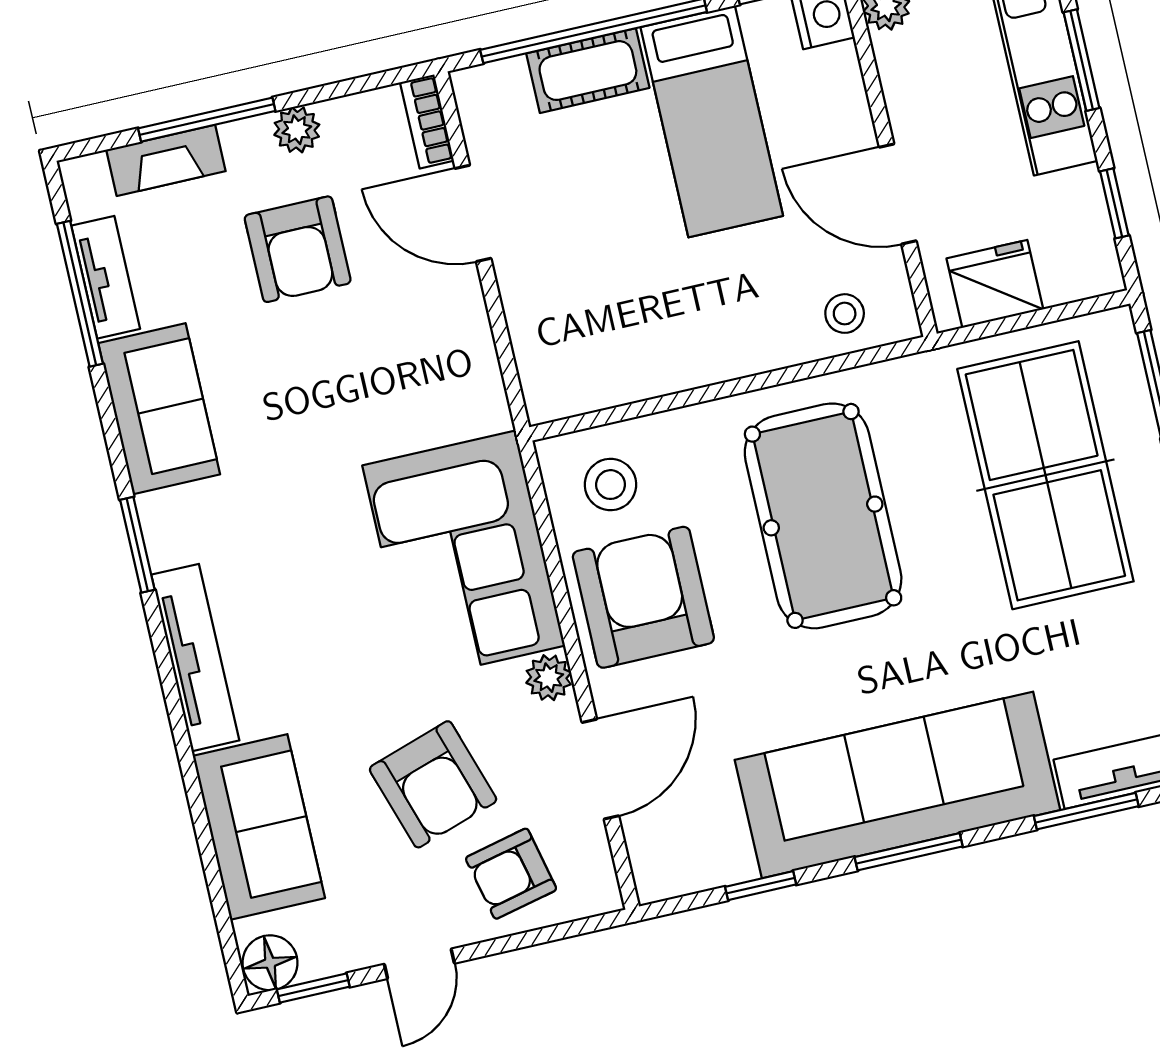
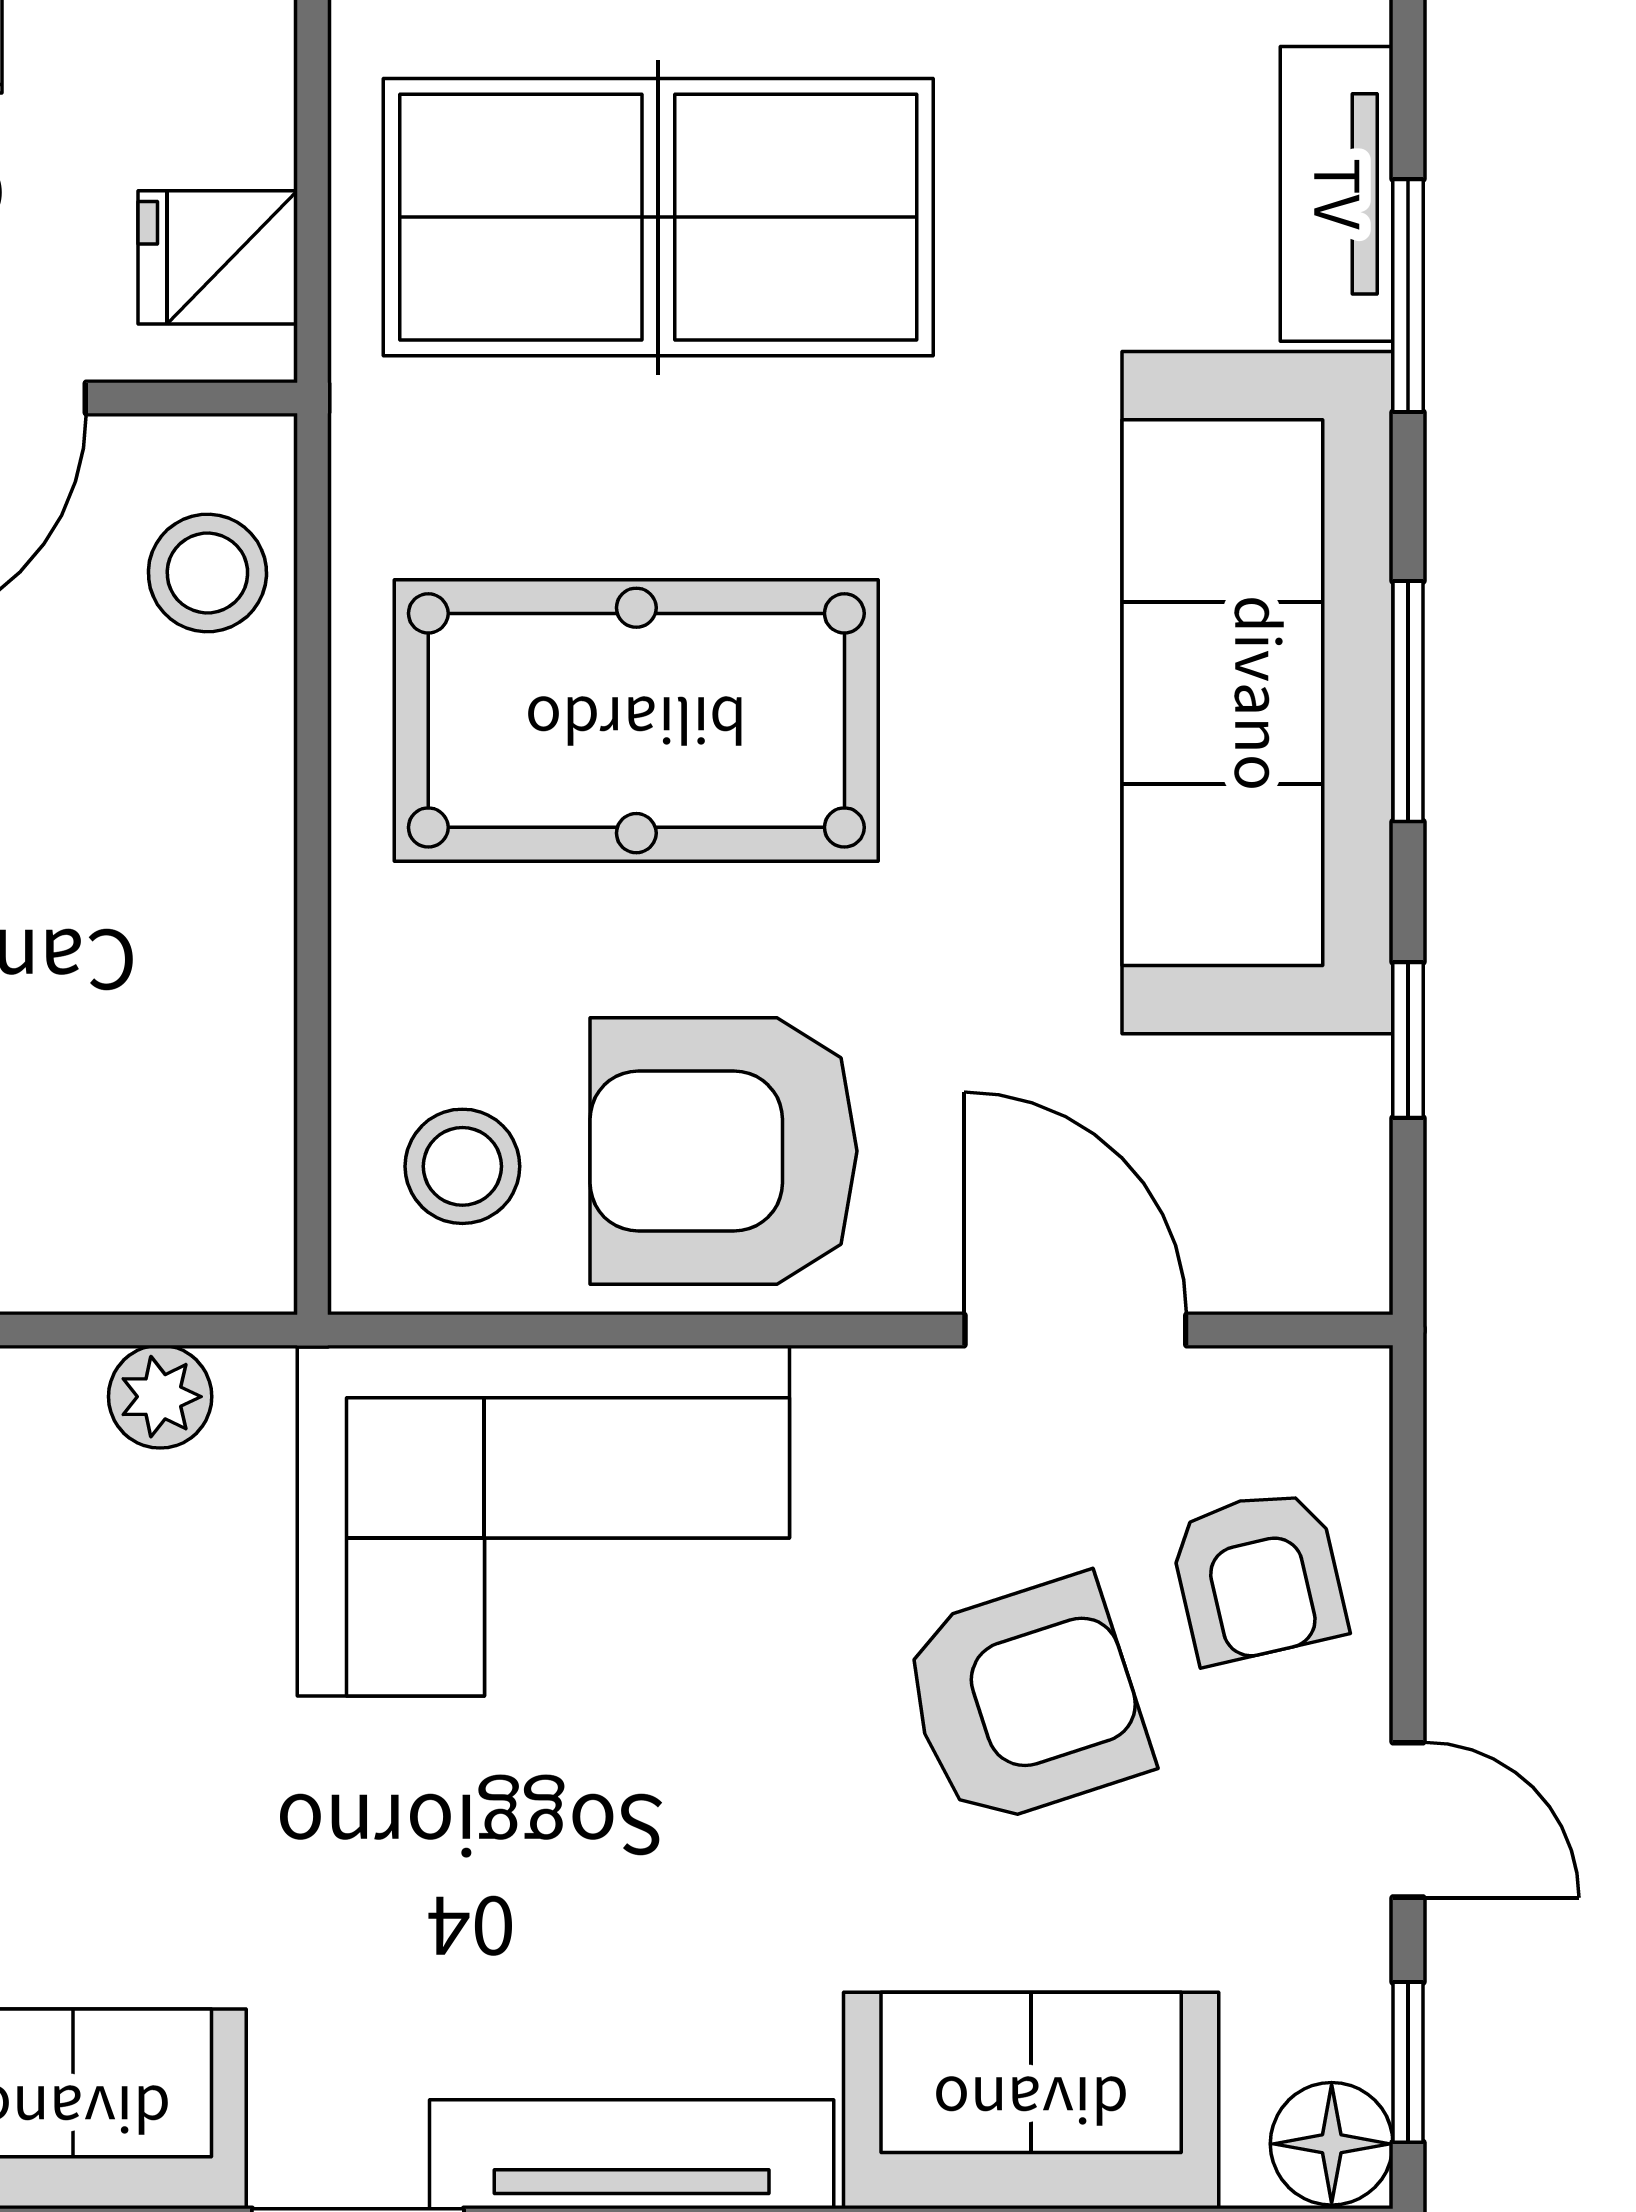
fridge: (995, 284) -> (218, 257), width x0.72
stool: (845, 314) -> (207, 573), width x1.37, depth x1.37
plant: (549, 678) -> (160, 1397), moved

